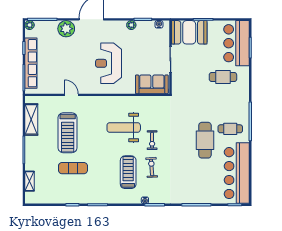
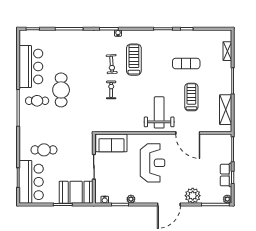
row of seats: (31, 63) -> (226, 175), width x0.50
door: (71, 95) -> (188, 133), width x1.88
weight bench: (124, 127) -> (159, 112), moved, turned -90
treadmill: (68, 133) -> (191, 97), width x0.73, depth x0.73
treadmill: (128, 172) -> (134, 60), turned 180
bar counter: (237, 173) -> (31, 66), width x0.73

